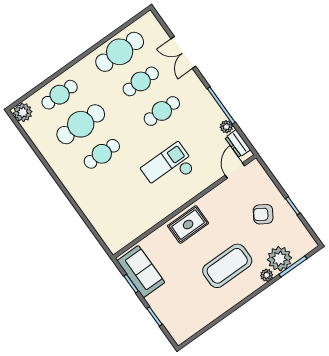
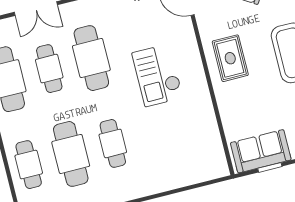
cafe table: (162, 111) -> (91, 58), width x1.37, depth x1.35
rug: (188, 225) -> (230, 58), moved

